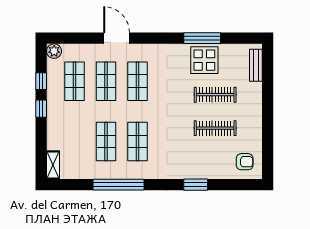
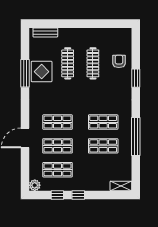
armchair: (245, 162) -> (119, 61), moved

